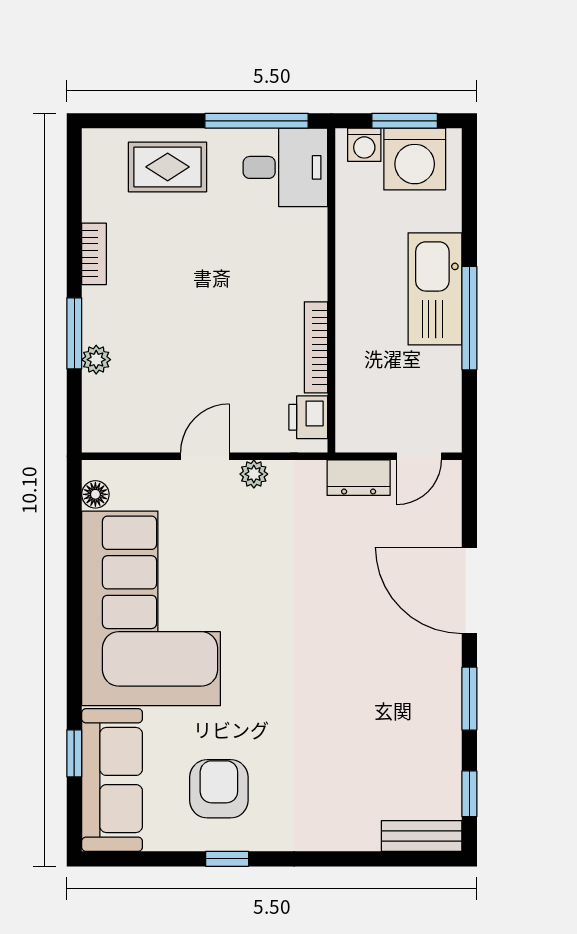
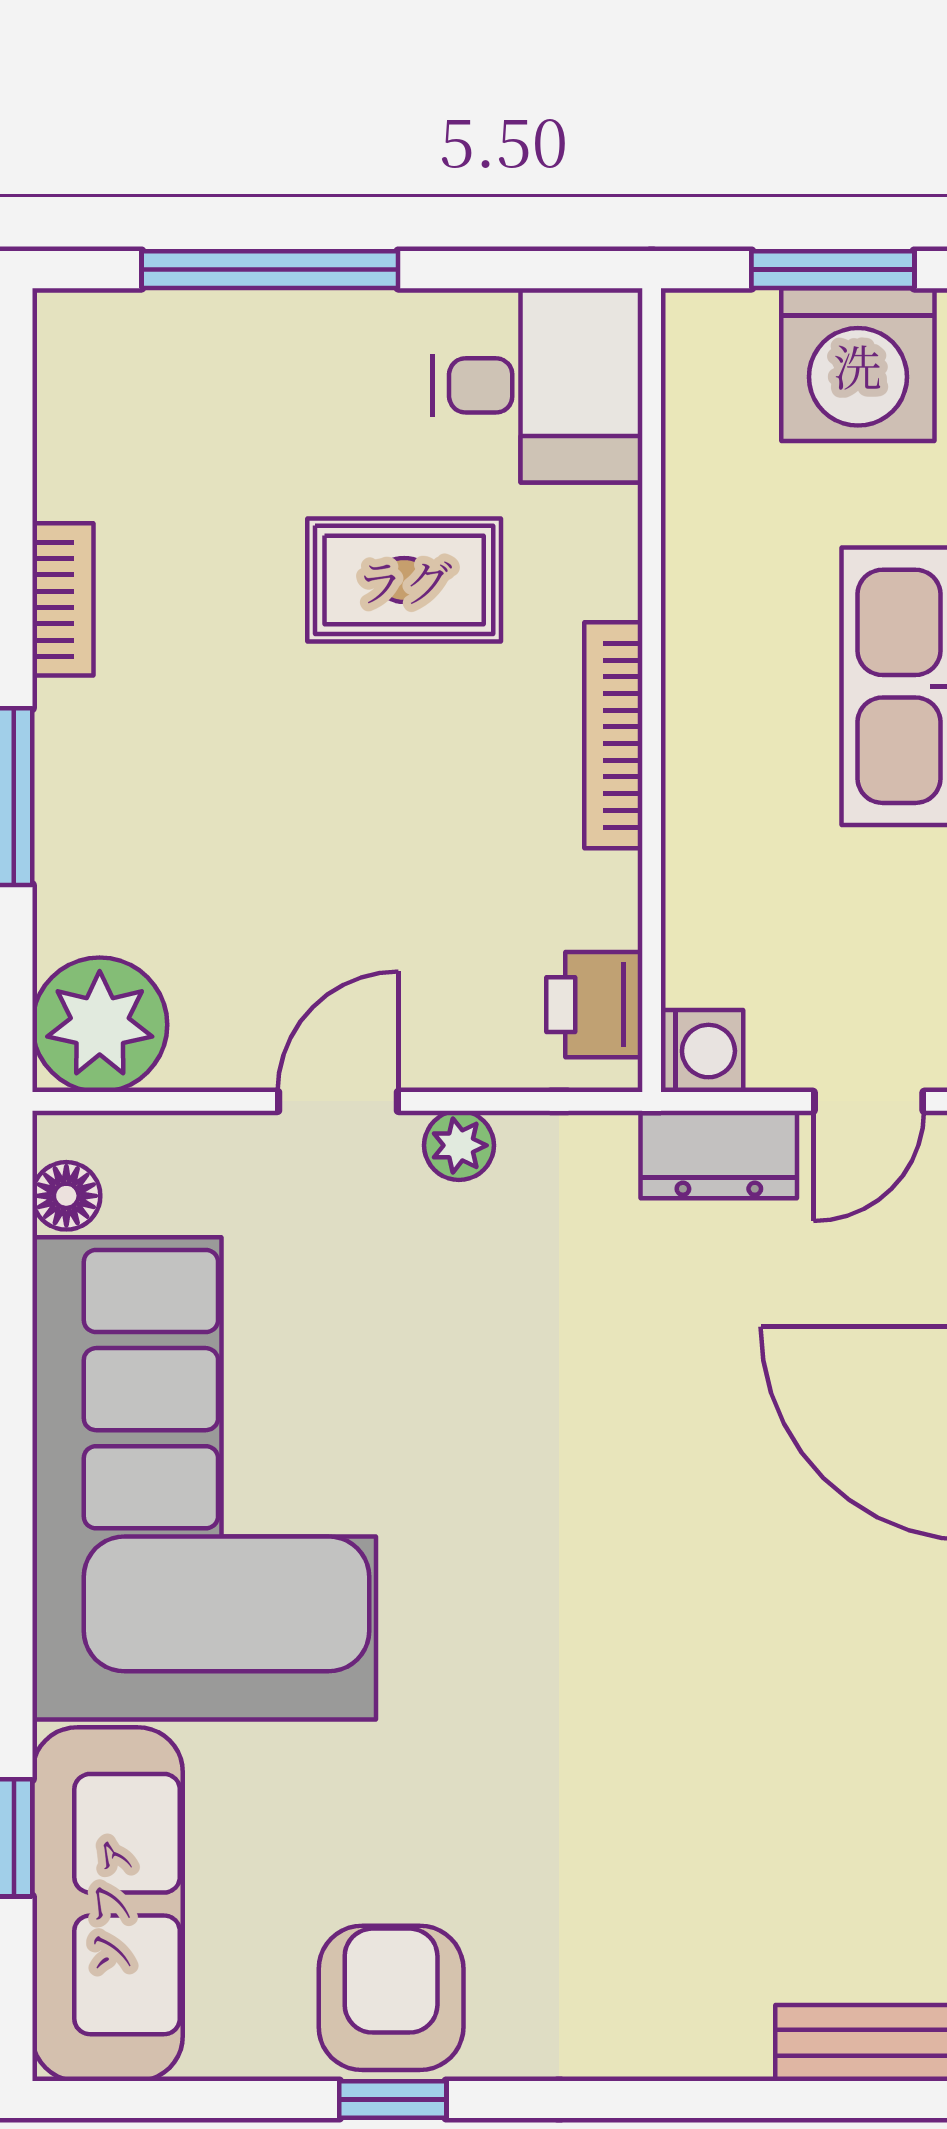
window: (257, 121) -> (270, 270), moved
washing machine: (364, 145) -> (702, 1051), moved, turned -90
rug: (168, 167) -> (404, 580), moved
bookcase: (316, 347) -> (613, 735), moved
plant: (96, 360) -> (100, 1025), moved, width x1.88, depth x1.88
armchair: (219, 789) -> (391, 1998), moved

